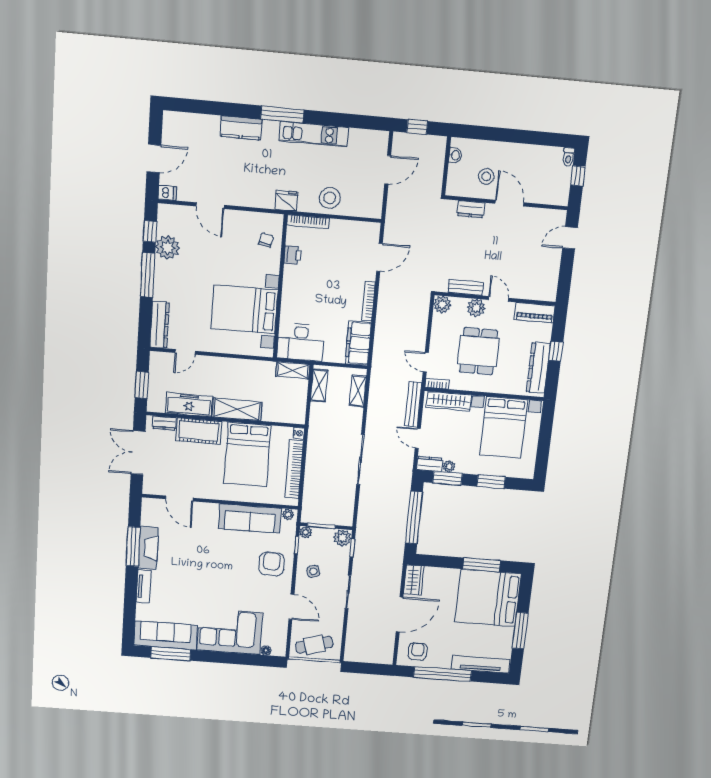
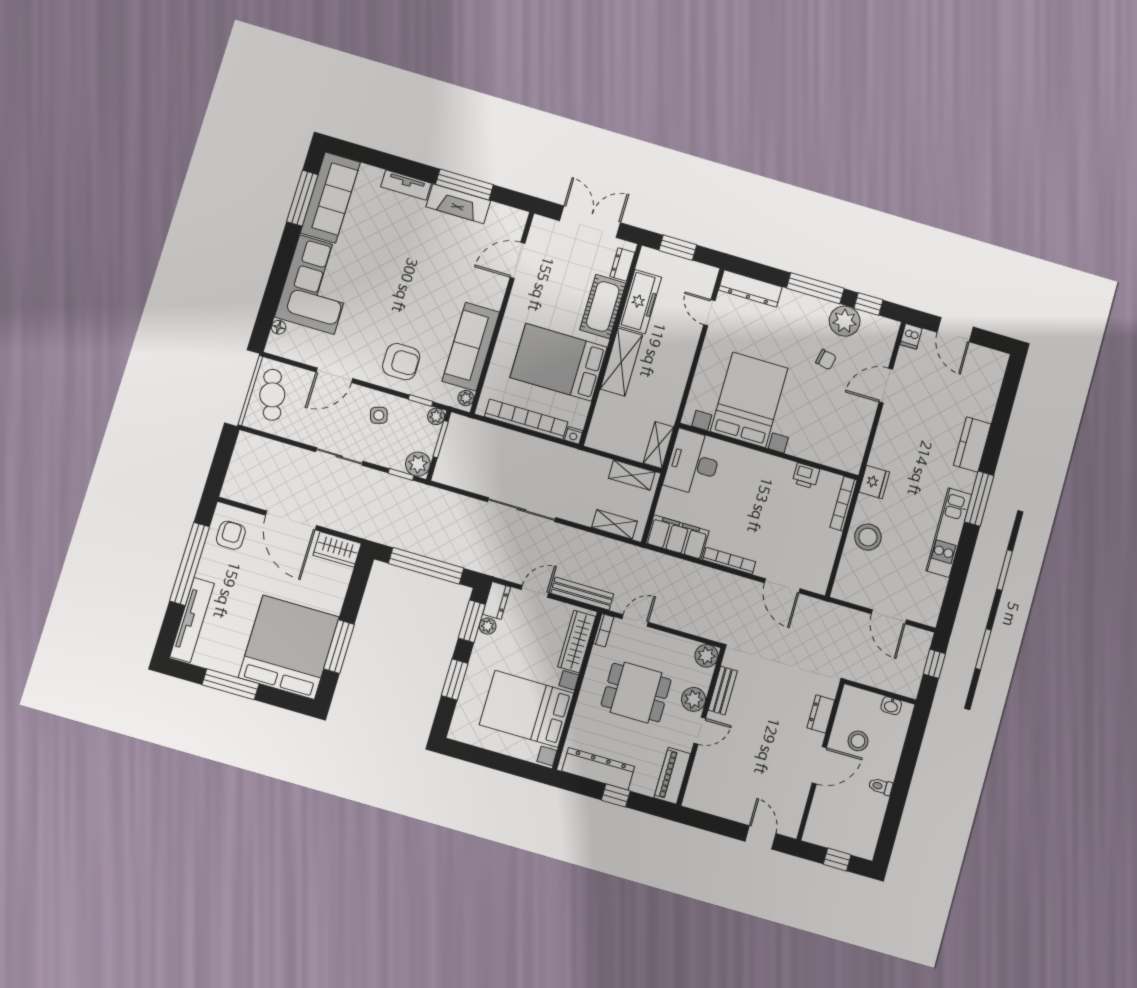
toilet: (568, 157) -> (881, 786), moved
chair: (266, 240) -> (826, 360), moved
armchair: (418, 652) -> (231, 535), turned -90

